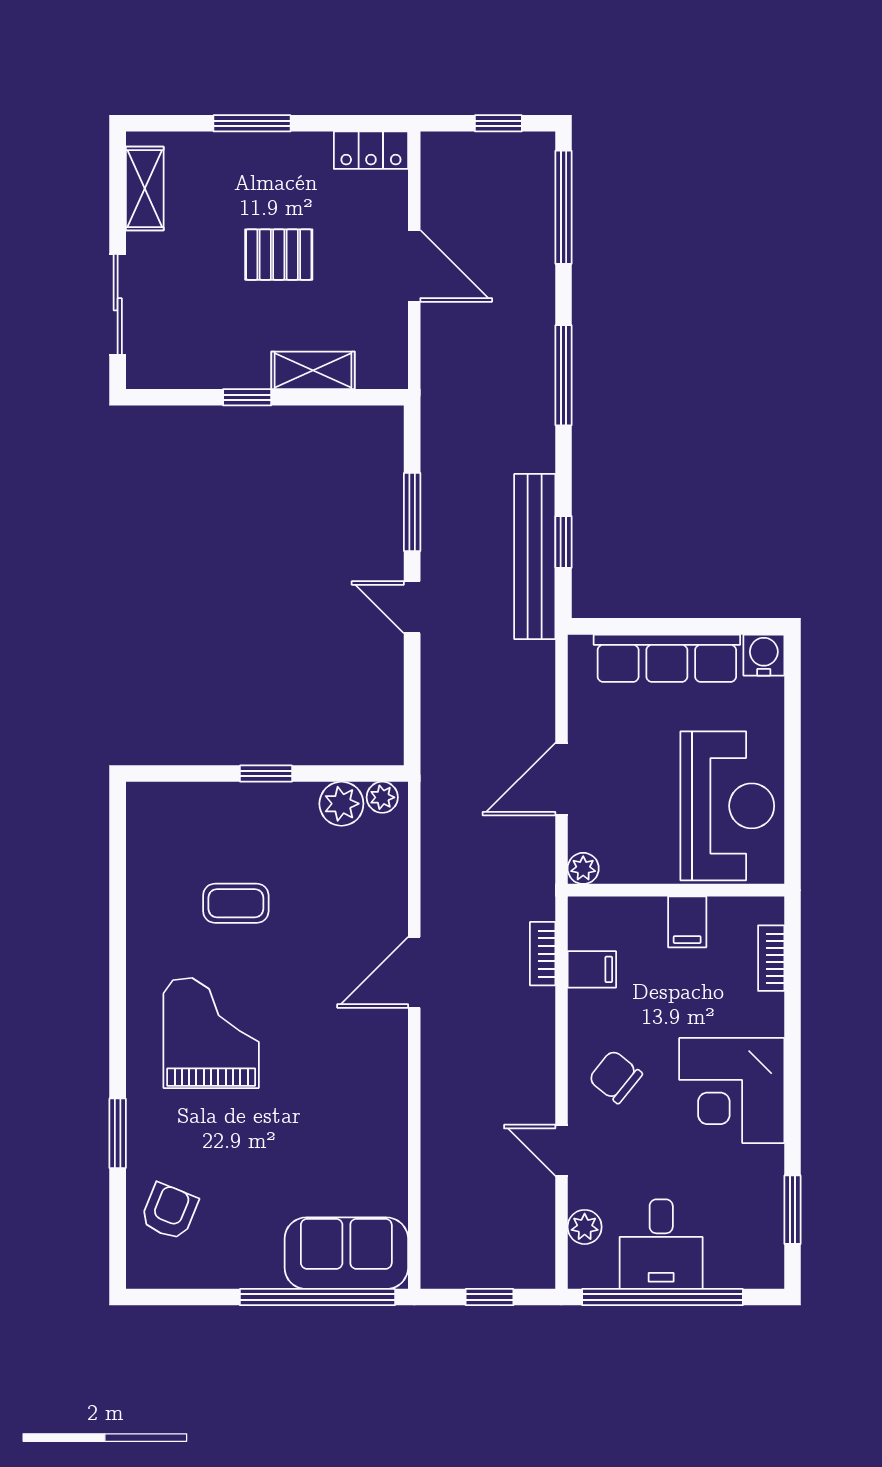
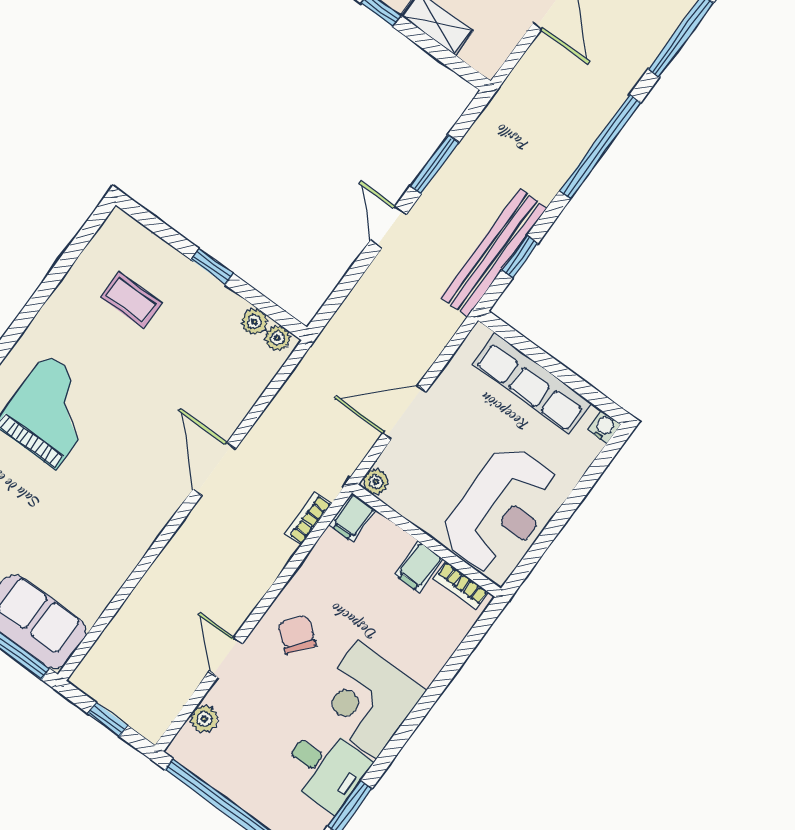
window: (563, 375) -> (600, 147), width x1.46
water cooler: (764, 655) -> (604, 427), width x0.72, depth x0.72
plant: (341, 804) -> (254, 322), width x0.73, depth x0.73
coffee table: (236, 903) -> (131, 300), moved
bookcase: (771, 958) -> (461, 585), moved, turned -90
filing cabinet: (592, 969) -> (352, 517), moved, turned 90
door: (414, 972) -> (214, 469), hinge flipped
desk: (661, 1244) -> (325, 768), moved, turned -90

